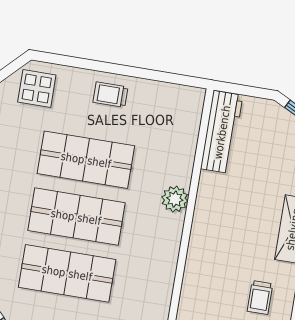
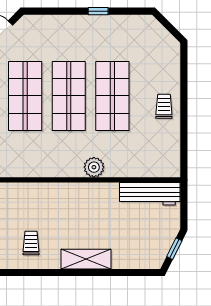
display table: (37, 89) -> (159, 51), removed
trolley: (260, 297) -> (31, 243), turned 90

